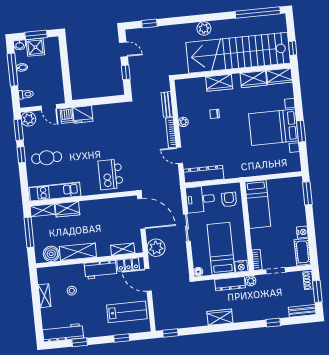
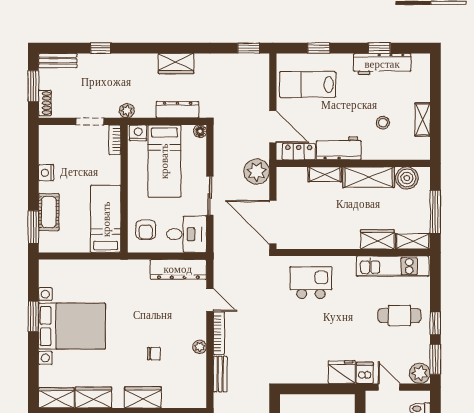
kitchen island: (111, 174) -> (311, 283), turned -90
shelving: (123, 249) -> (325, 174), moved
cot: (303, 252) -> (49, 212), moved
dresser: (230, 284) -> (178, 110), moved
workbench: (63, 333) -> (382, 64), moved

